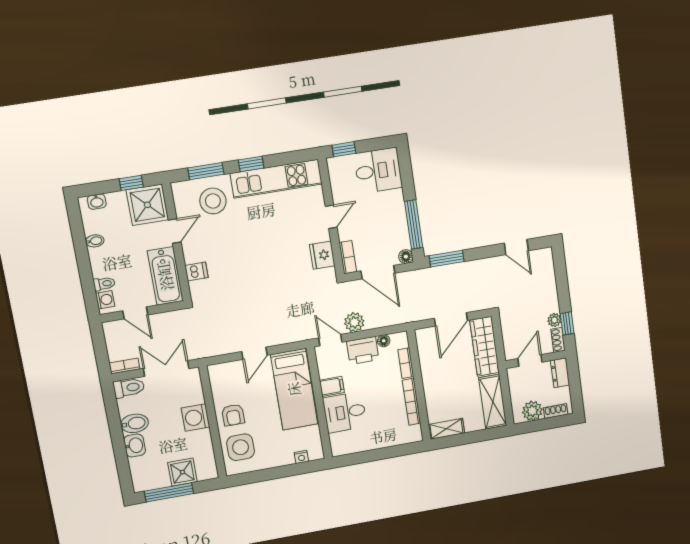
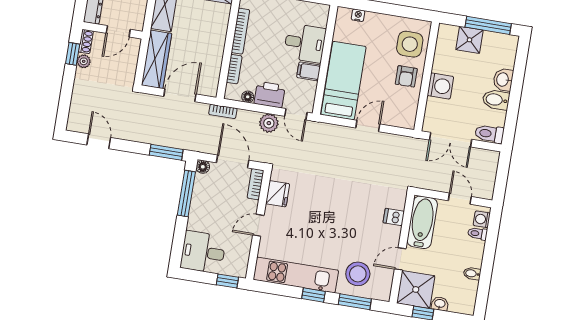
washbasin: (97, 202) -> (440, 304), moved
bookcase: (124, 366) -> (223, 111), moved
armchair: (233, 415) -> (406, 76), turned 180

